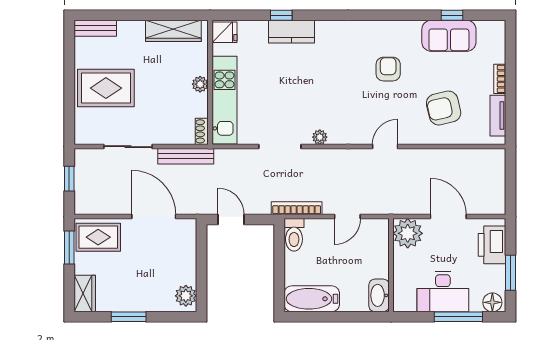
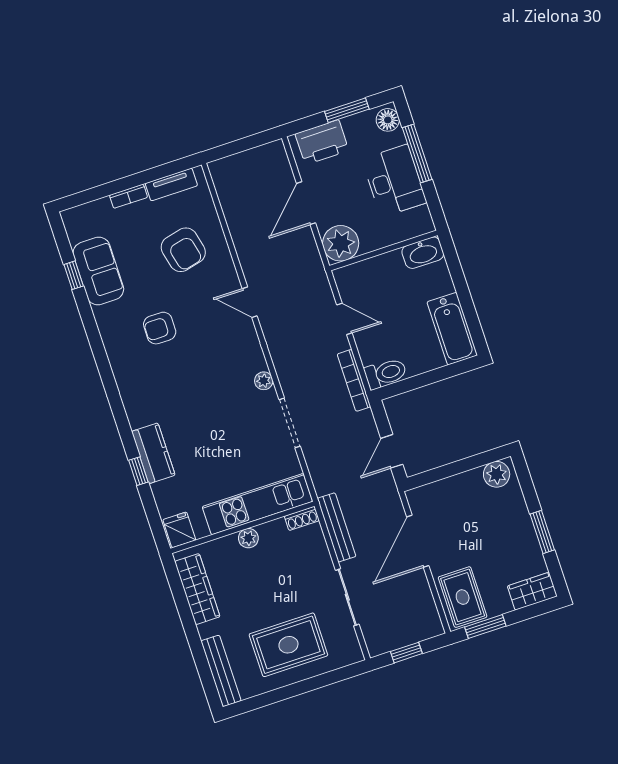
bench: (95, 28) -> (221, 671), width x1.36
rug: (106, 88) -> (288, 645), turned 90

